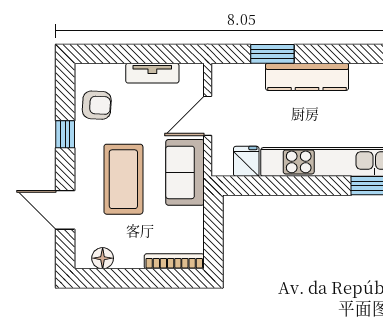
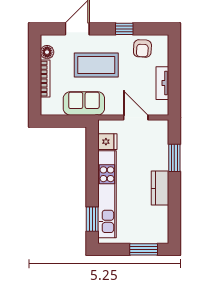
kitchen counter: (307, 77) -> (160, 188), width x0.67
sofa: (185, 172) -> (84, 103), moved
bookcase: (174, 261) -> (45, 79), moved

